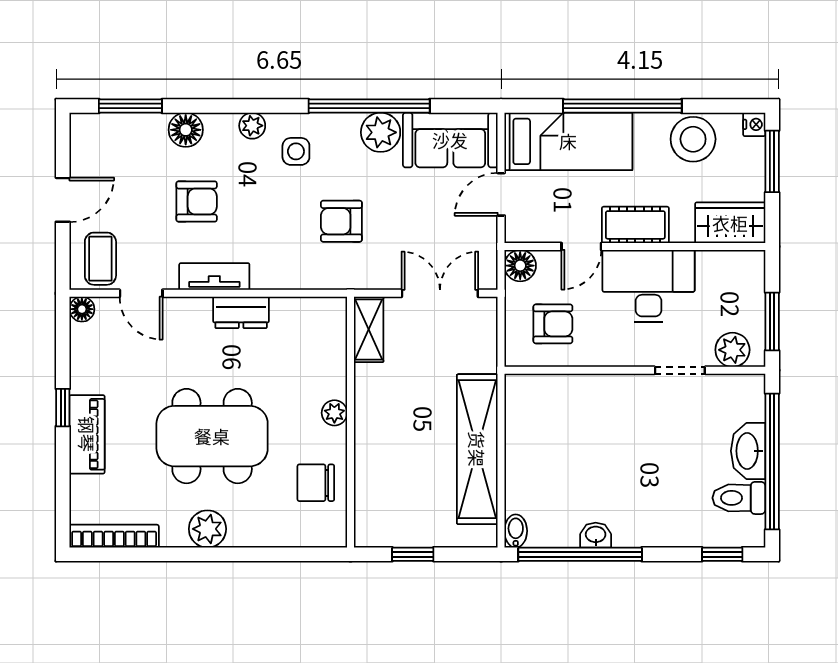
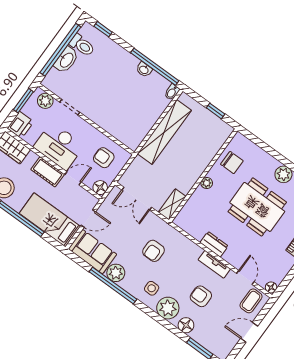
plant: (252, 126) -> (168, 308), width x1.87, depth x1.87
armchair: (341, 221) -> (153, 251), turned 90
printer: (746, 274) -> (20, 125), added

